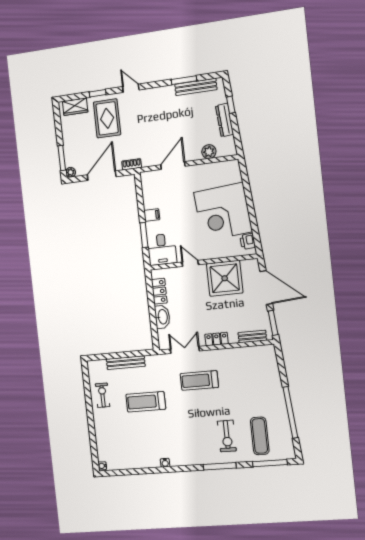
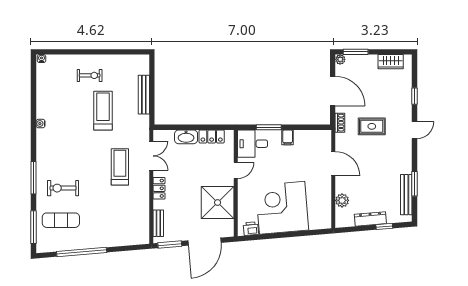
wardrobe: (75, 107) -> (391, 62), moved, turned -90
rug: (107, 118) -> (372, 126), moved, width x0.73, depth x0.70
exercise bike: (102, 395) -> (90, 75), moved

